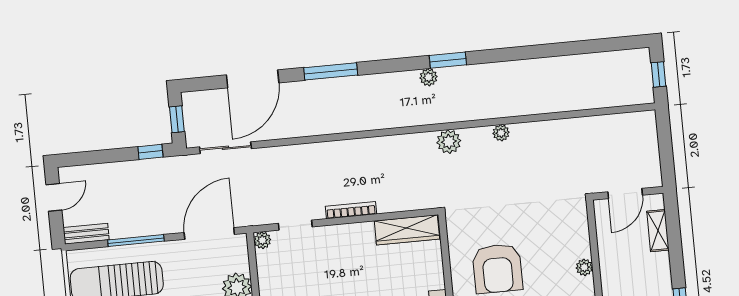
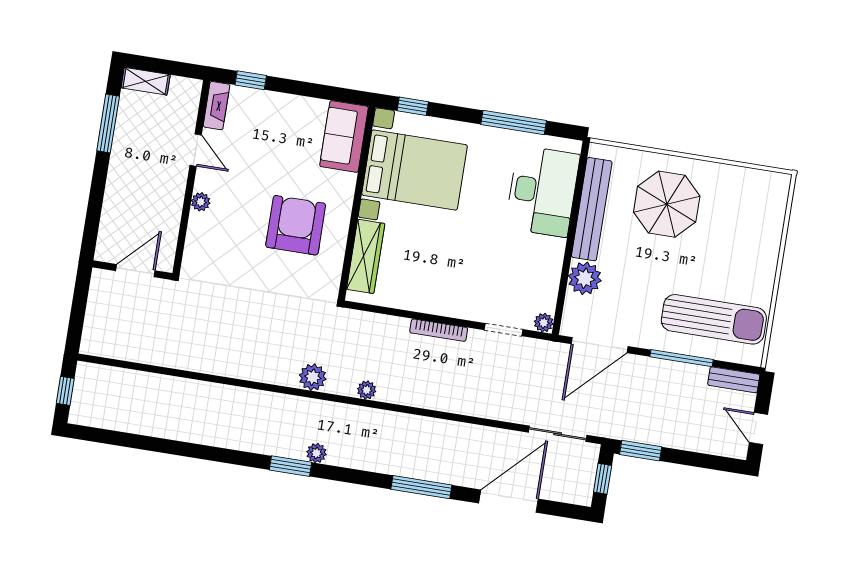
plant: (501, 133) -> (367, 390), moved
window: (150, 152) -> (641, 451), width x1.50
door: (54, 197) -> (759, 429), hinge flipped
wardrobe: (407, 230) -> (366, 256), moved, turned 90
shelving: (658, 231) -> (110, 221), removed

